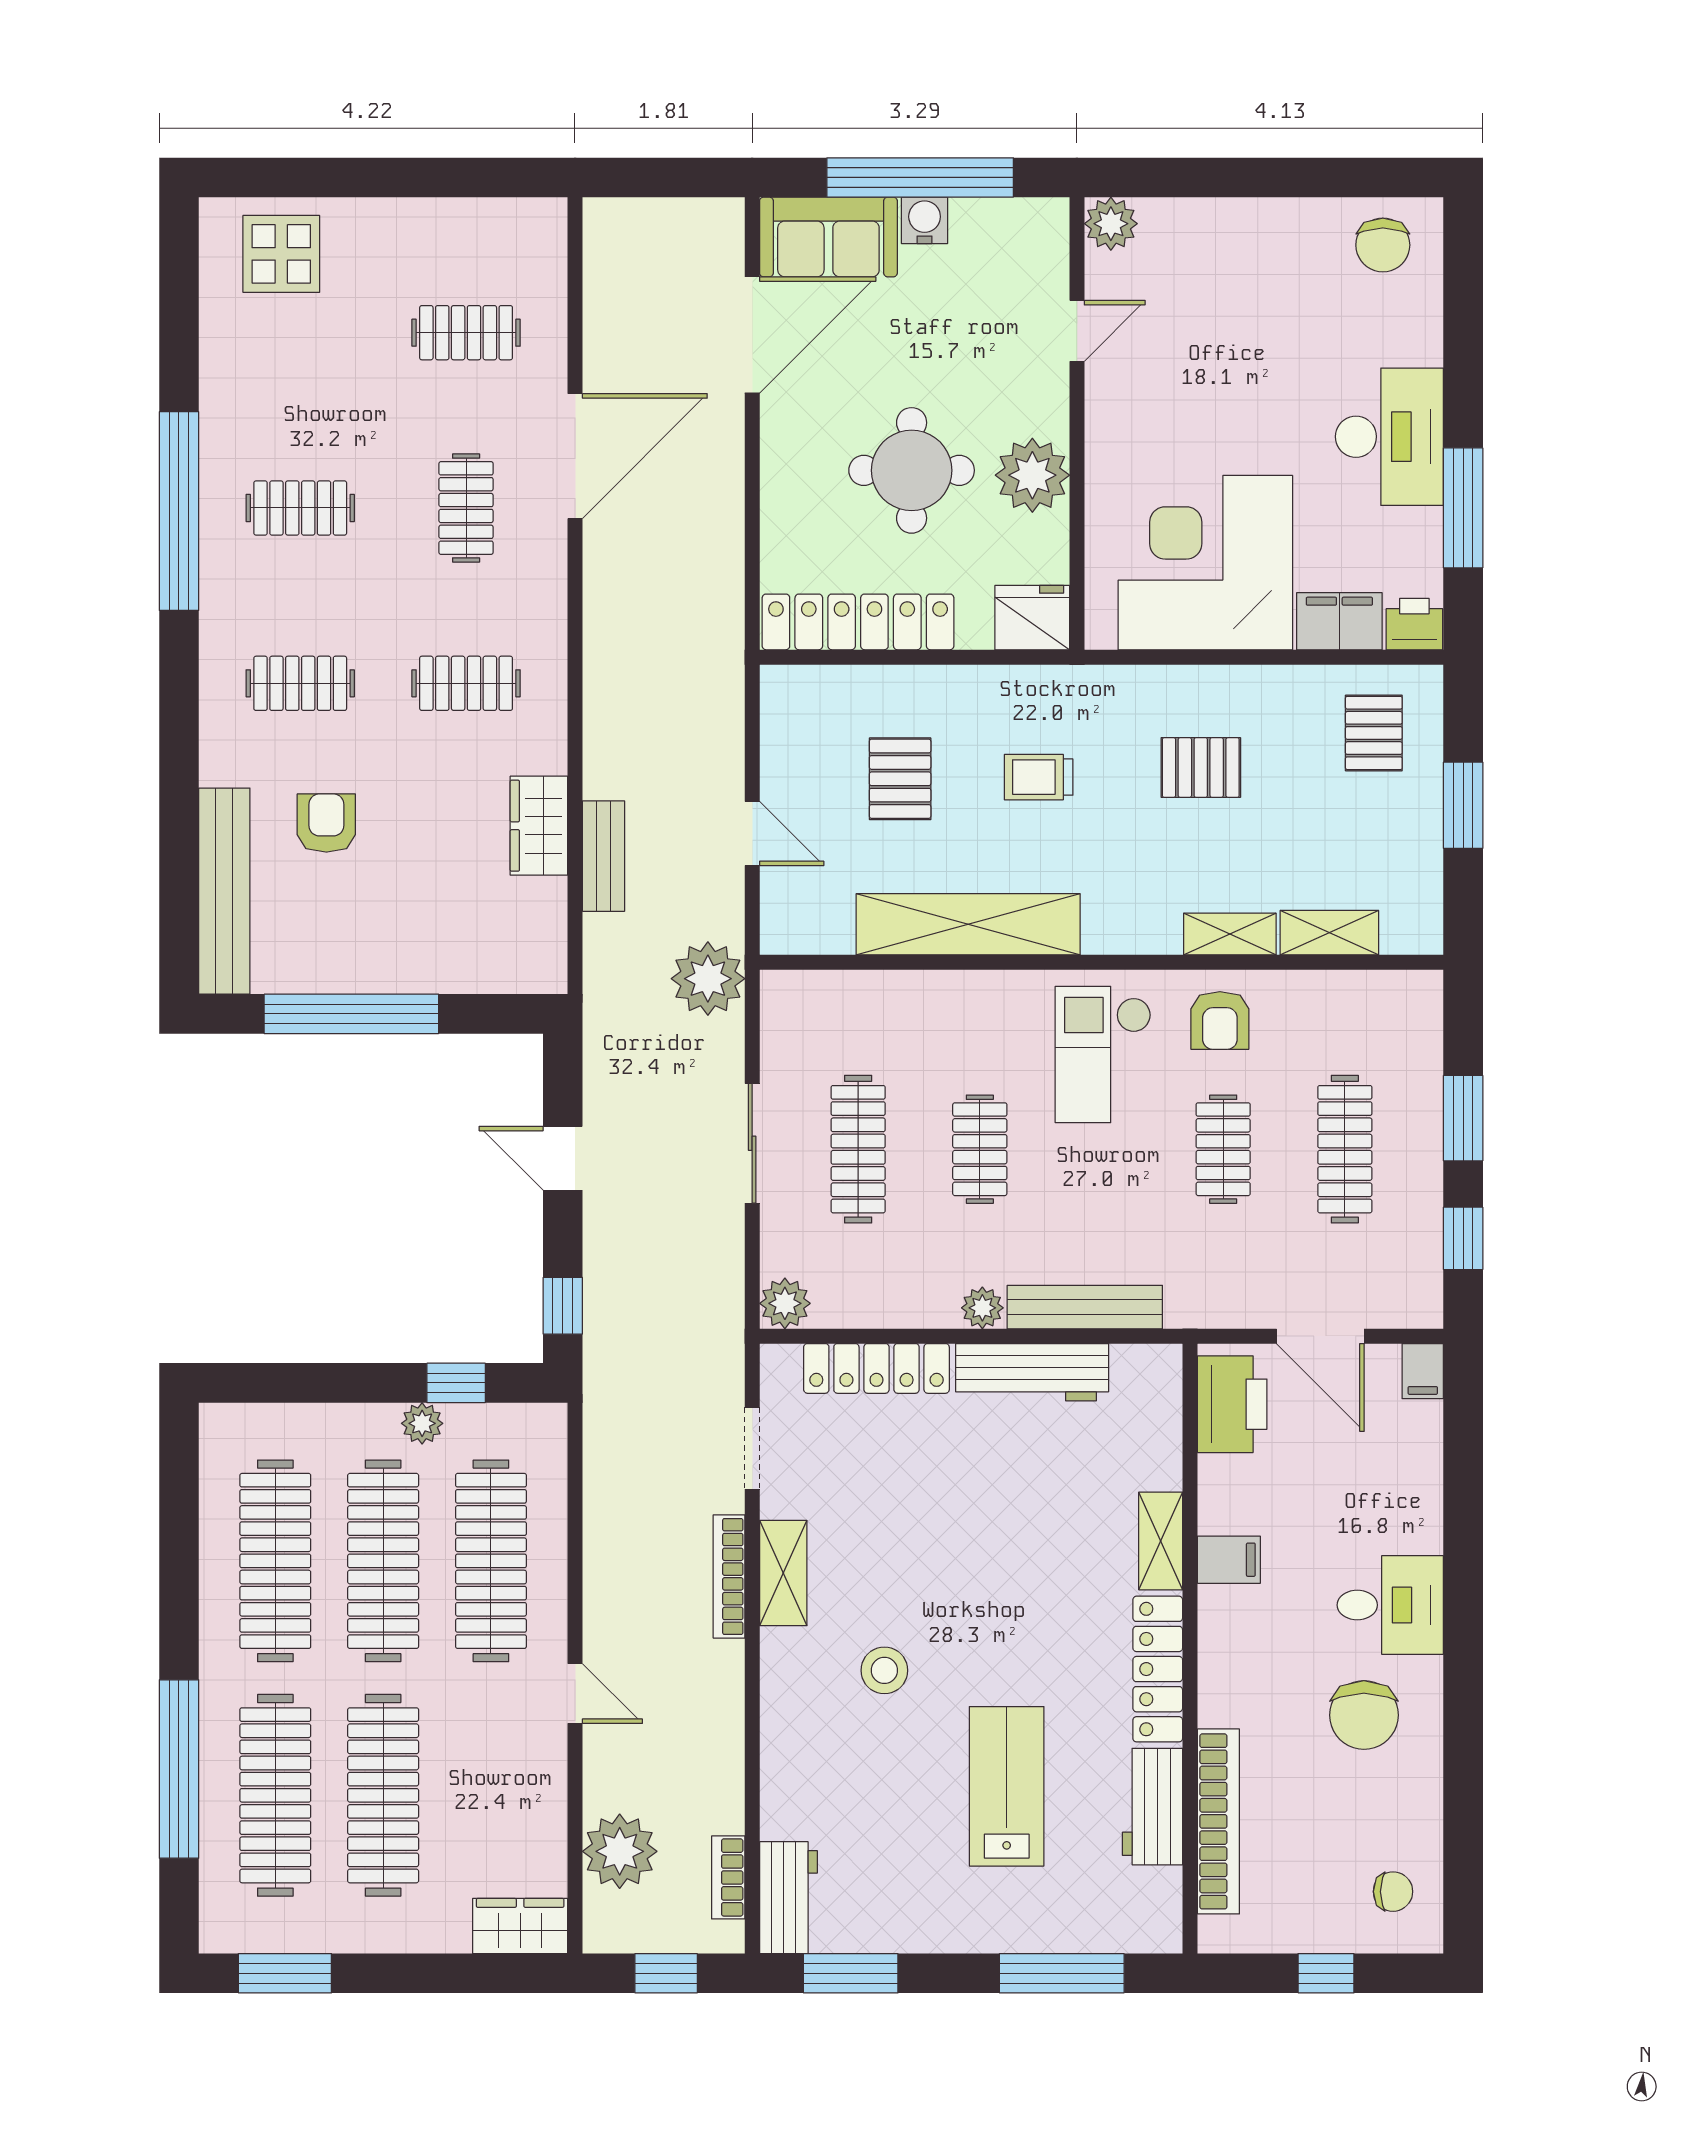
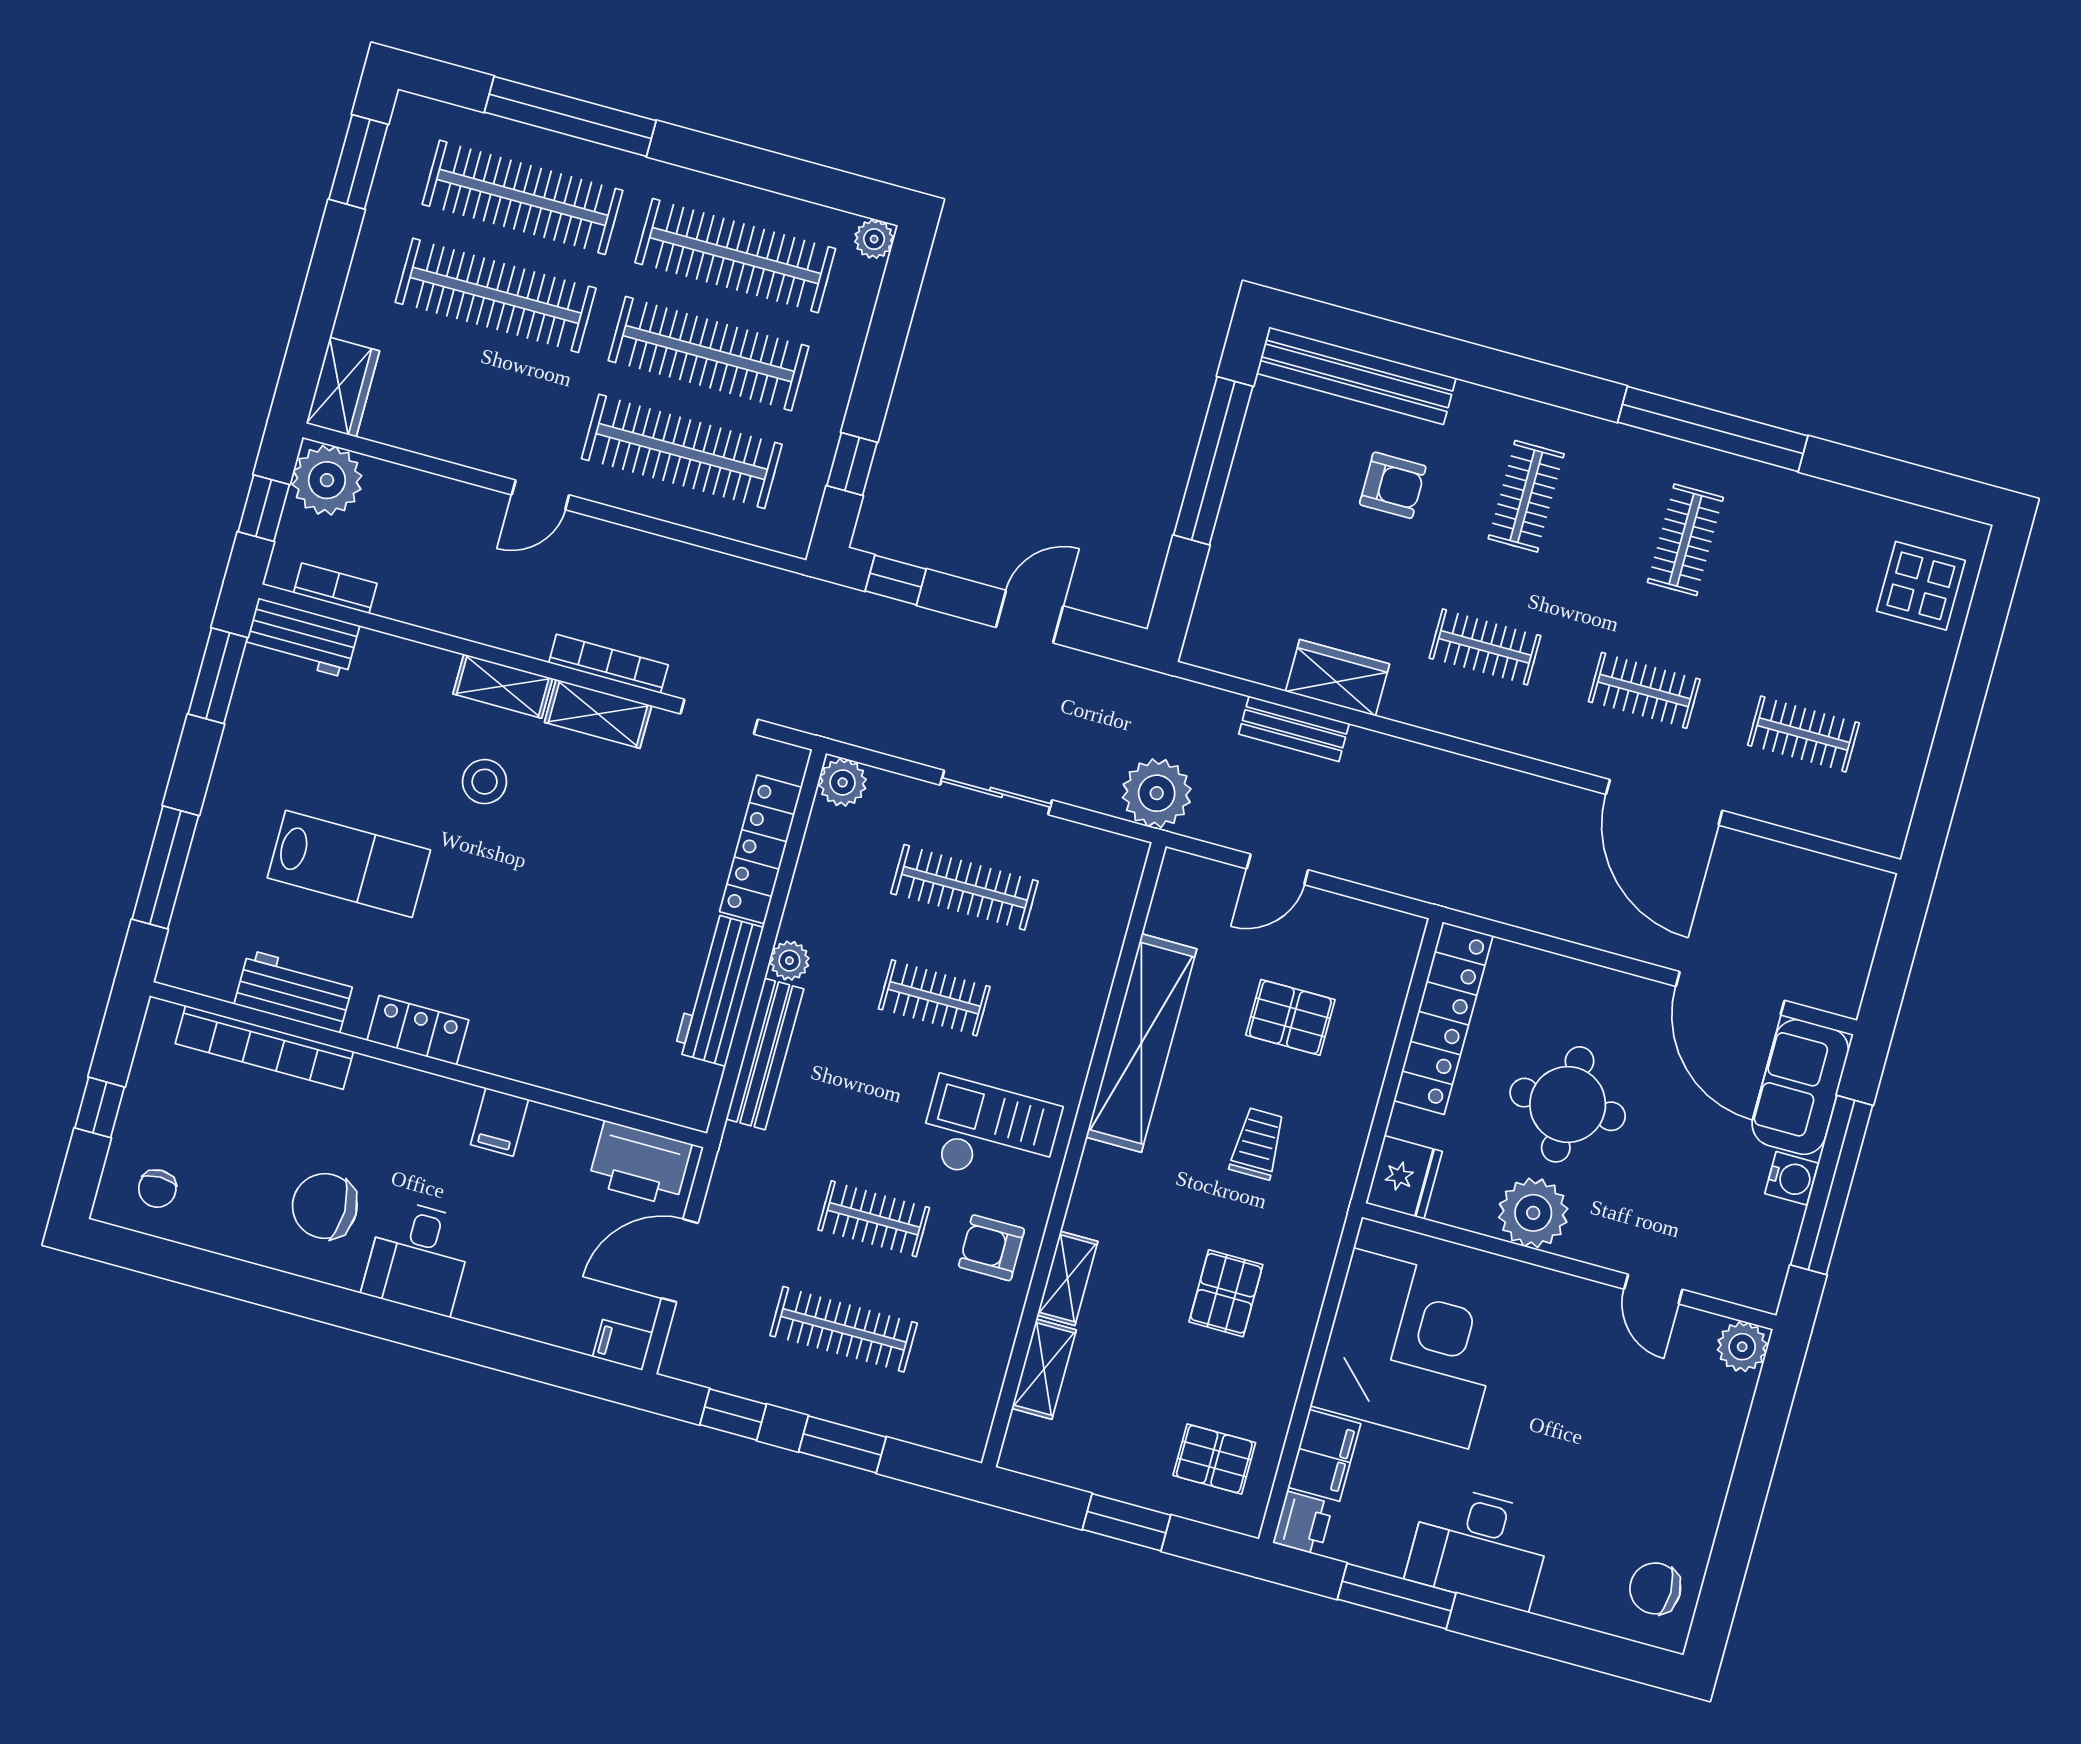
clothes rail: (466, 333) -> (1803, 734), turned 90
clothes rail: (466, 683) -> (1485, 647), turned 90
plant: (422, 1423) -> (874, 239), moved
shelving: (1161, 1541) -> (503, 686), moved
locker: (1158, 1669) -> (418, 1030), width x0.66
plant: (620, 1851) -> (327, 480), moved

